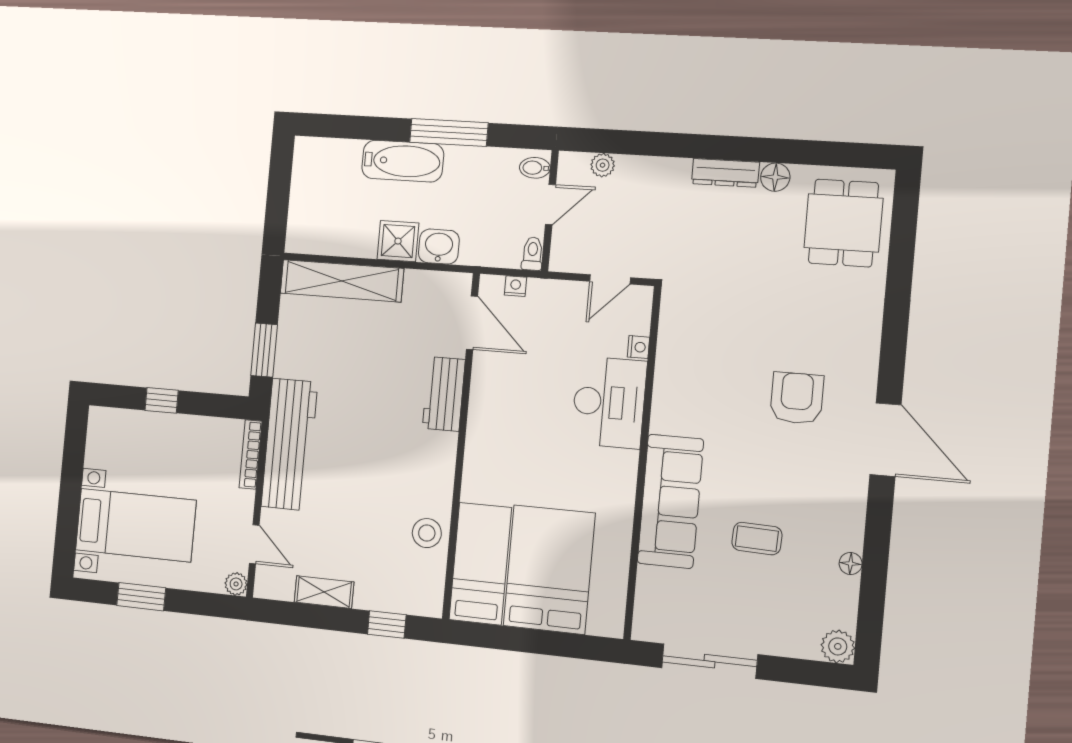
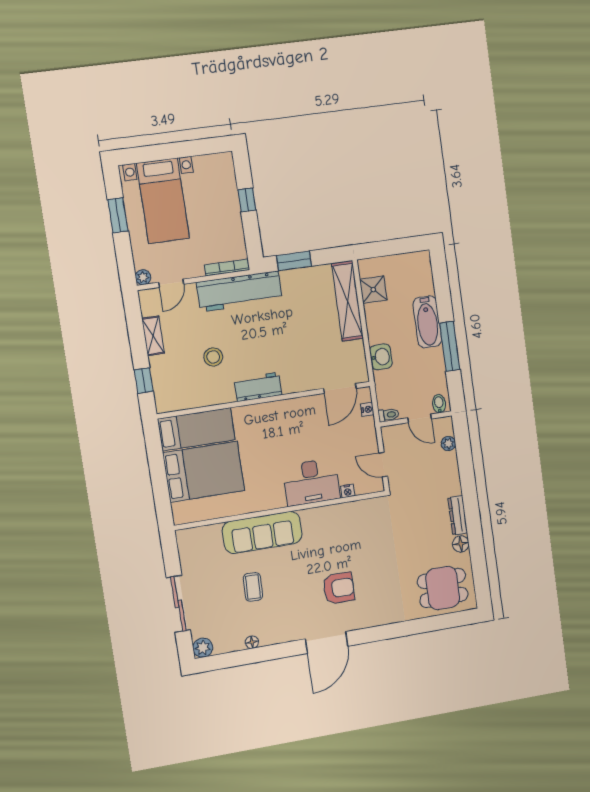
shower: (398, 241) -> (373, 290), moved
workbench: (444, 394) -> (258, 387), moved
stool: (427, 533) -> (213, 357), moved
sliding door: (709, 661) -> (178, 604), moved

